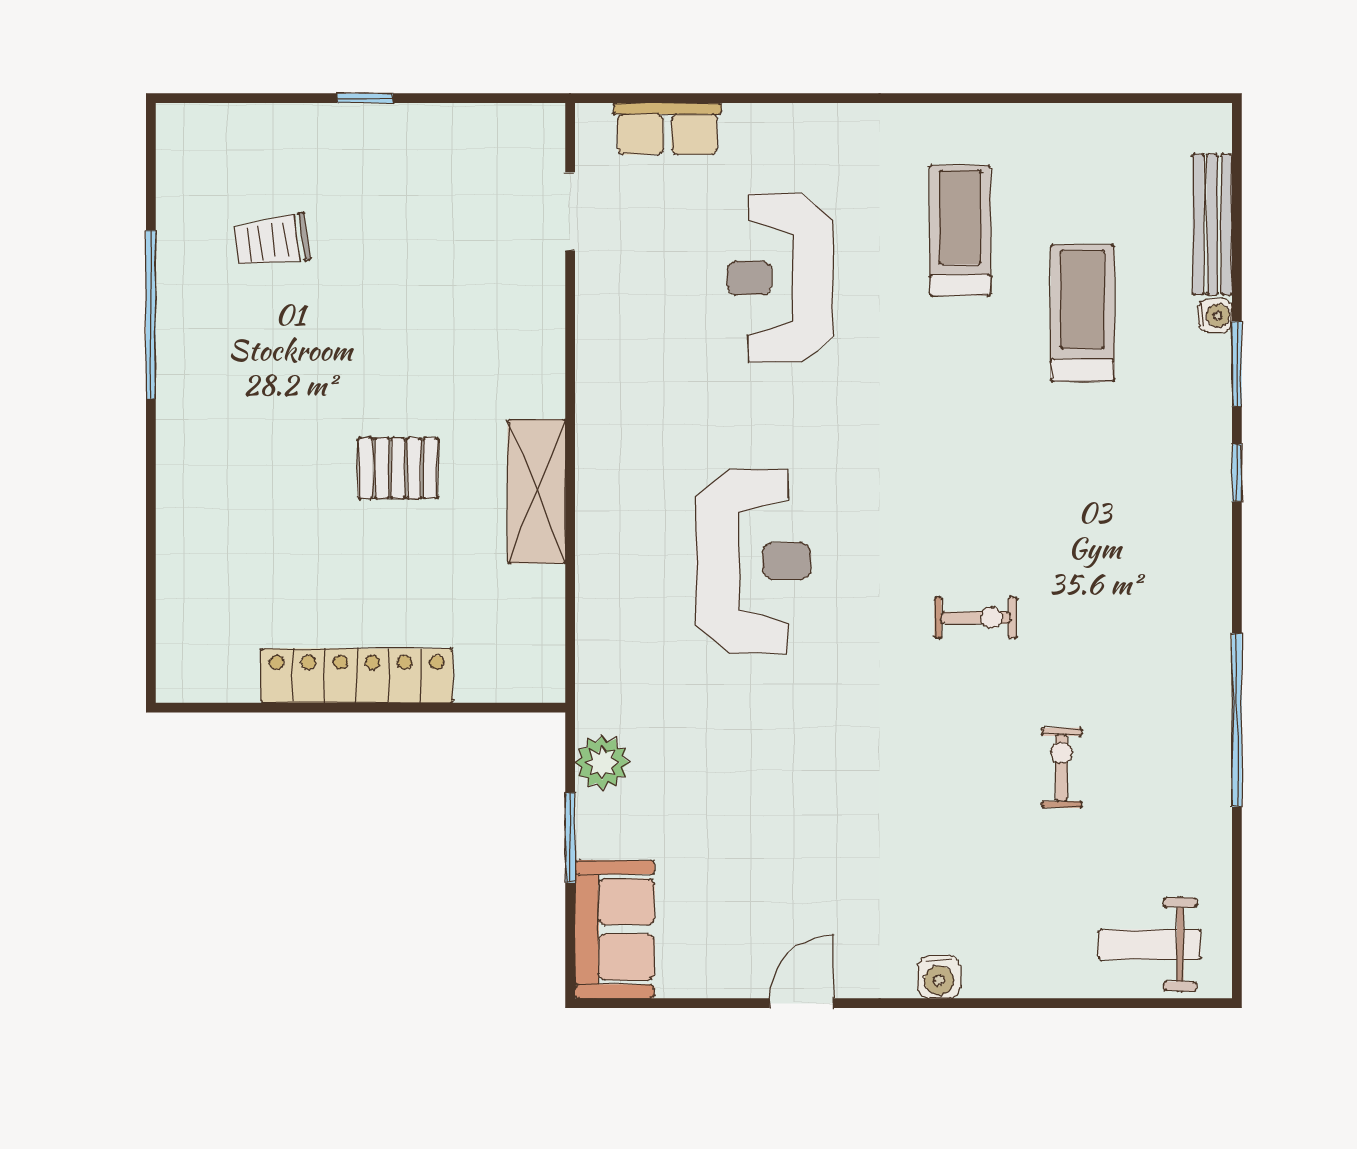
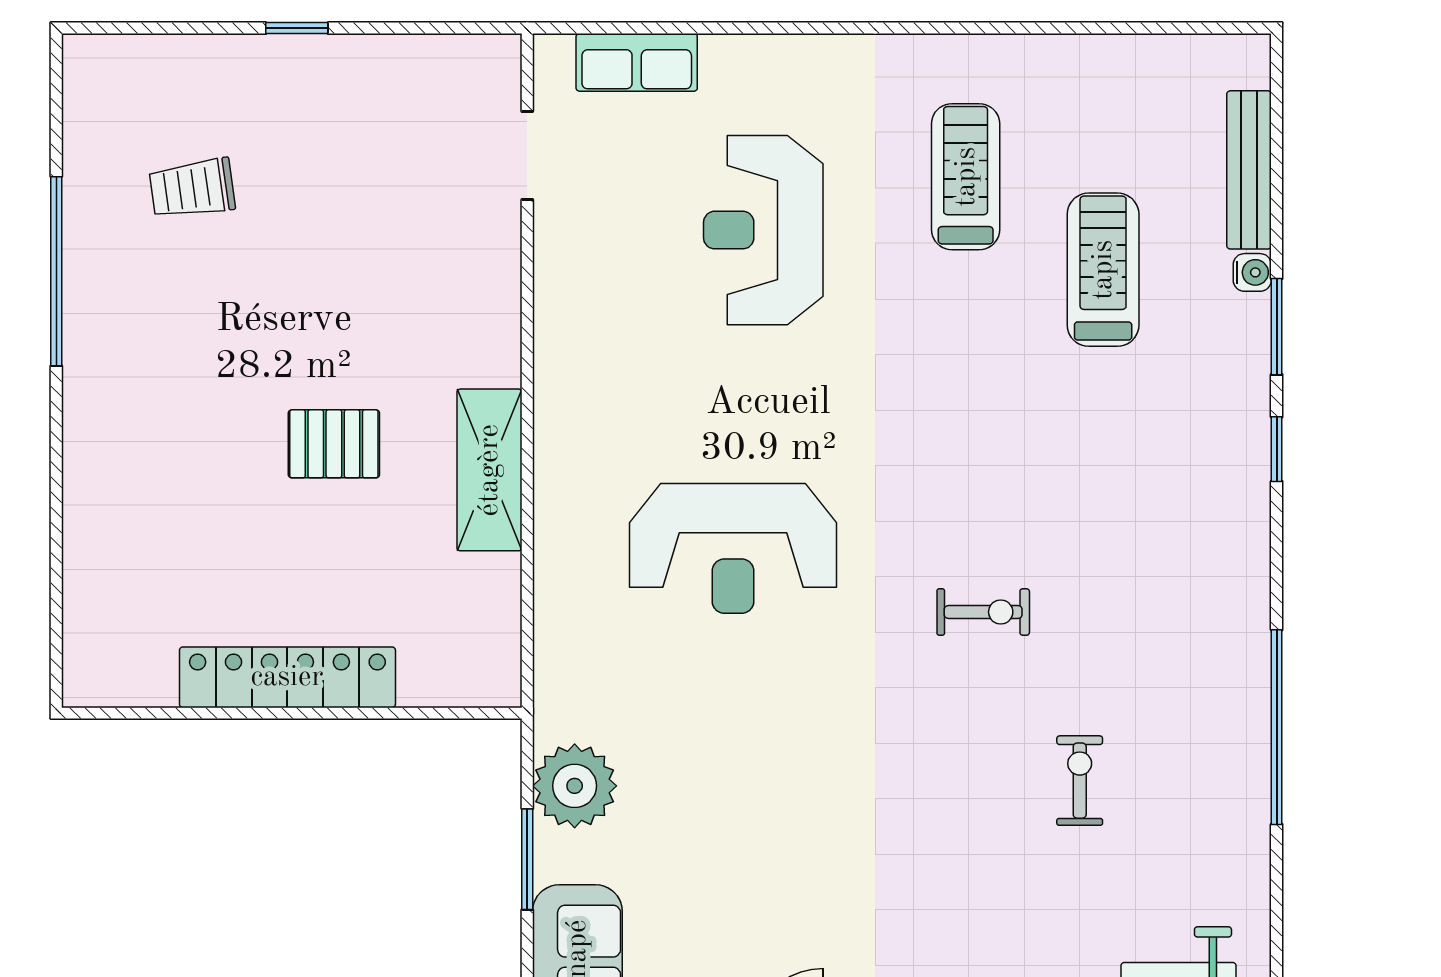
reception desk: (753, 561) -> (733, 548), turned 90
plant: (602, 763) -> (575, 786), width x1.36, depth x1.36

